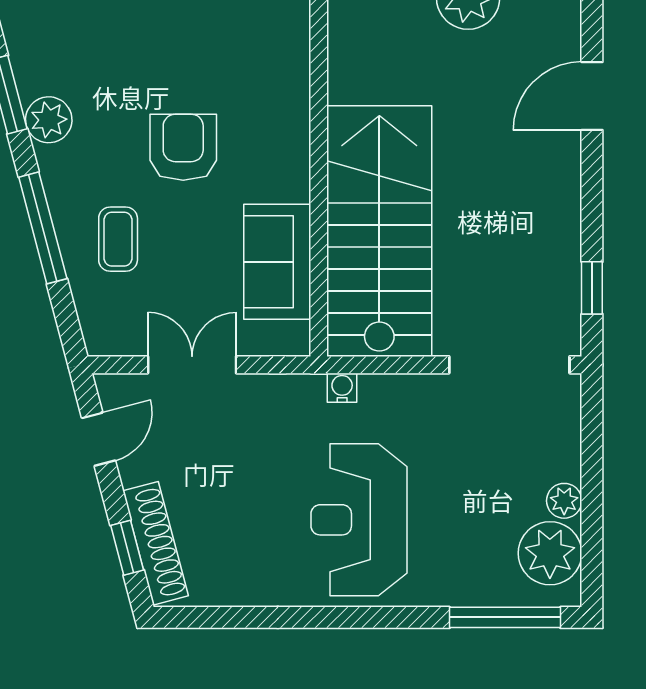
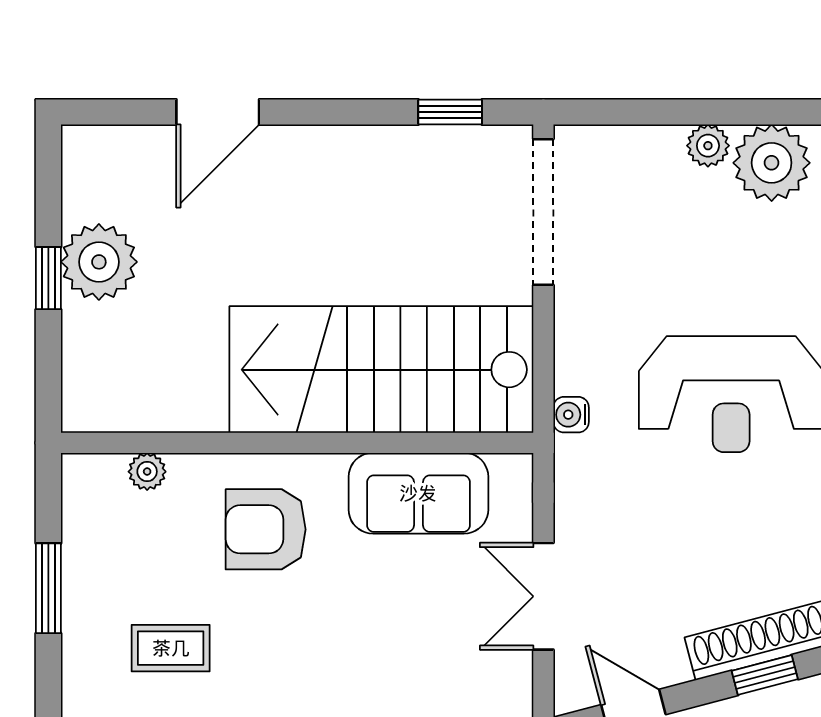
plant: (295, 38) -> (147, 472), added
door: (592, 96) -> (218, 112), hinge flipped
armchair: (183, 147) -> (266, 529), moved
coffee table: (118, 239) -> (171, 648), moved

